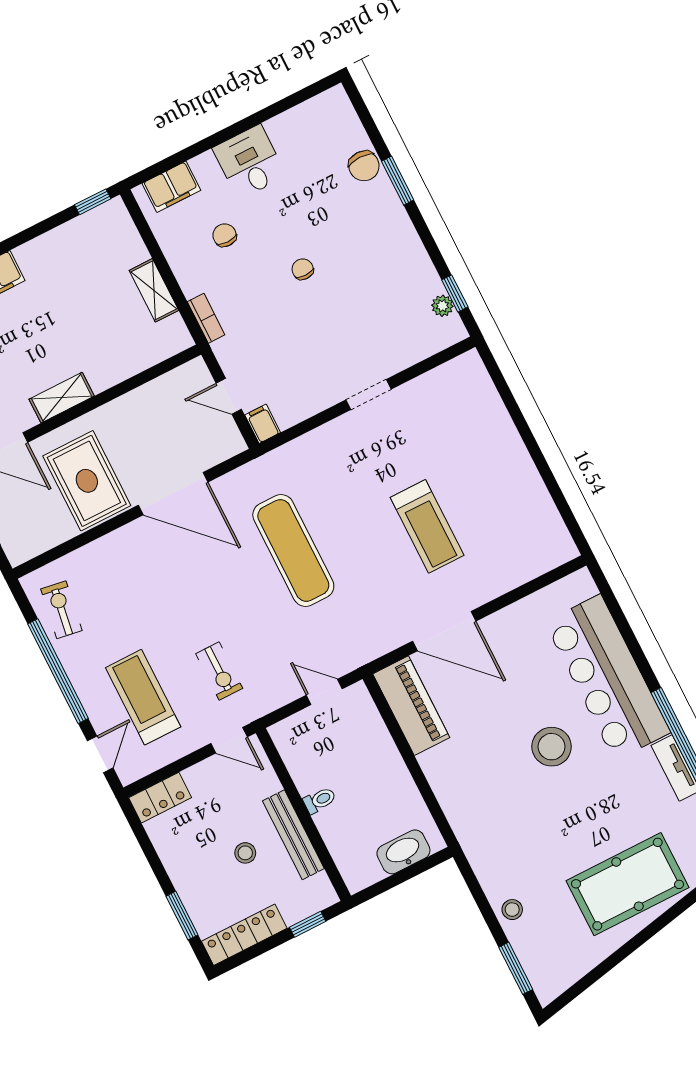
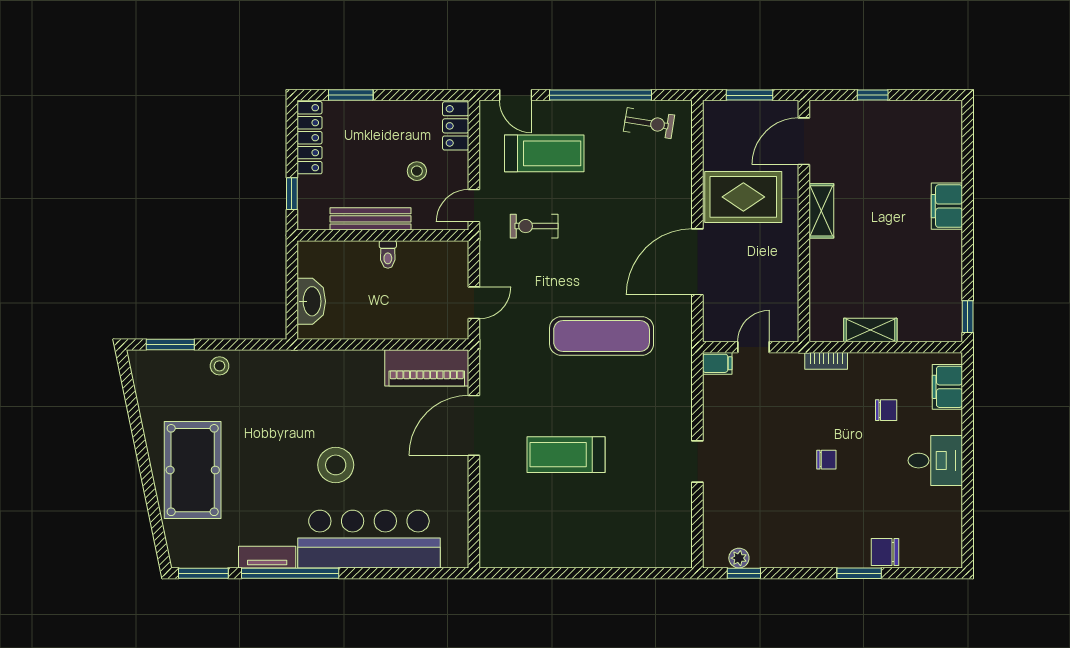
stool: (245, 853) -> (417, 171), moved

